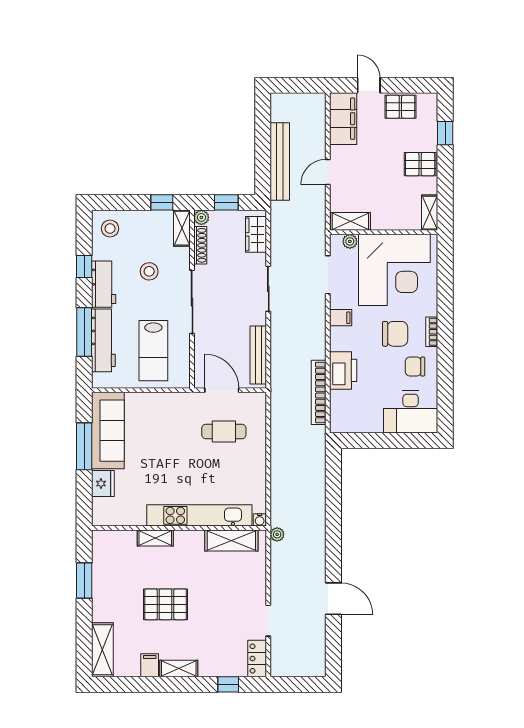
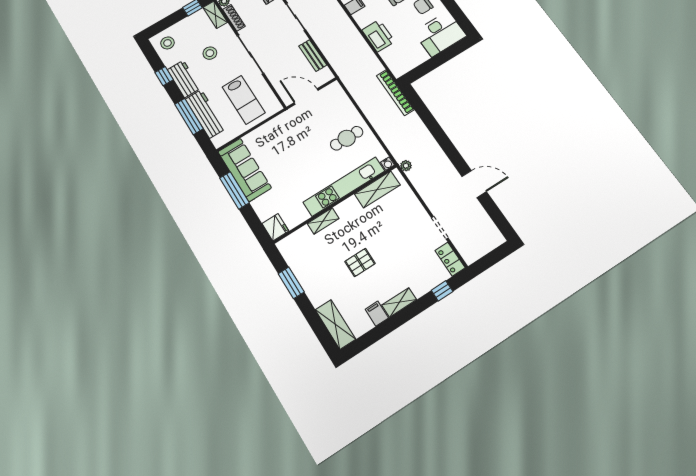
bench: (258, 355) -> (313, 56), width x0.73
bookcase: (319, 392) -> (395, 93), moved
cafe table: (224, 431) -> (347, 138), moved
fridge: (103, 484) -> (275, 227), moved
pallet: (166, 604) -> (360, 262), width x0.67, depth x0.71

